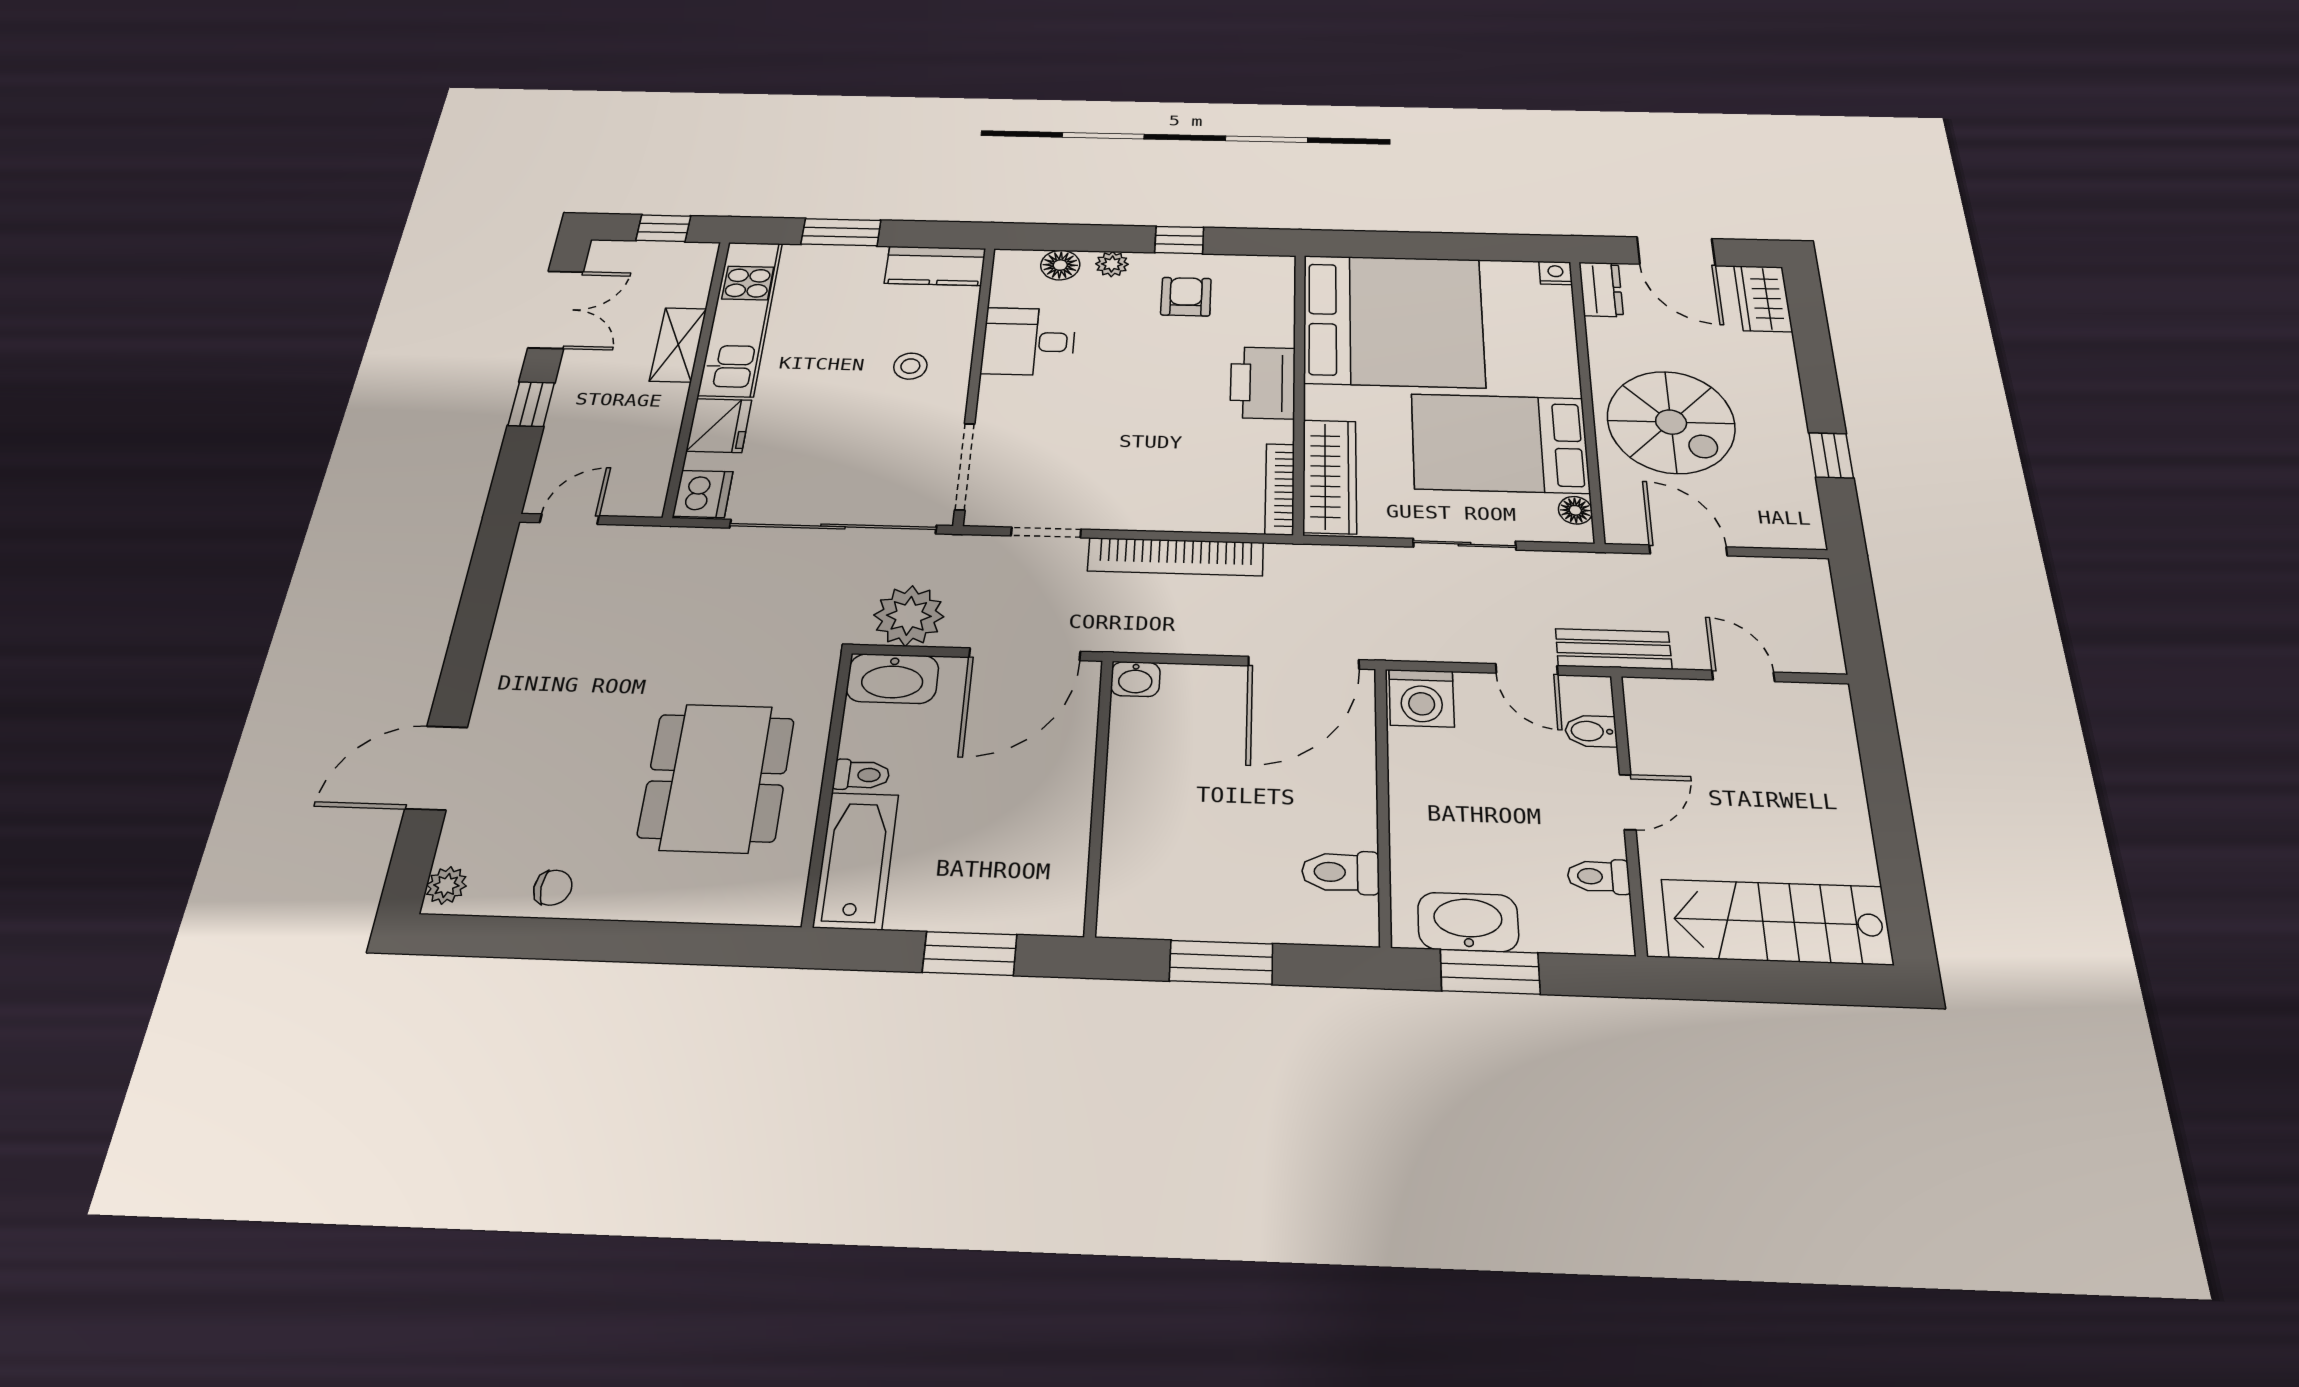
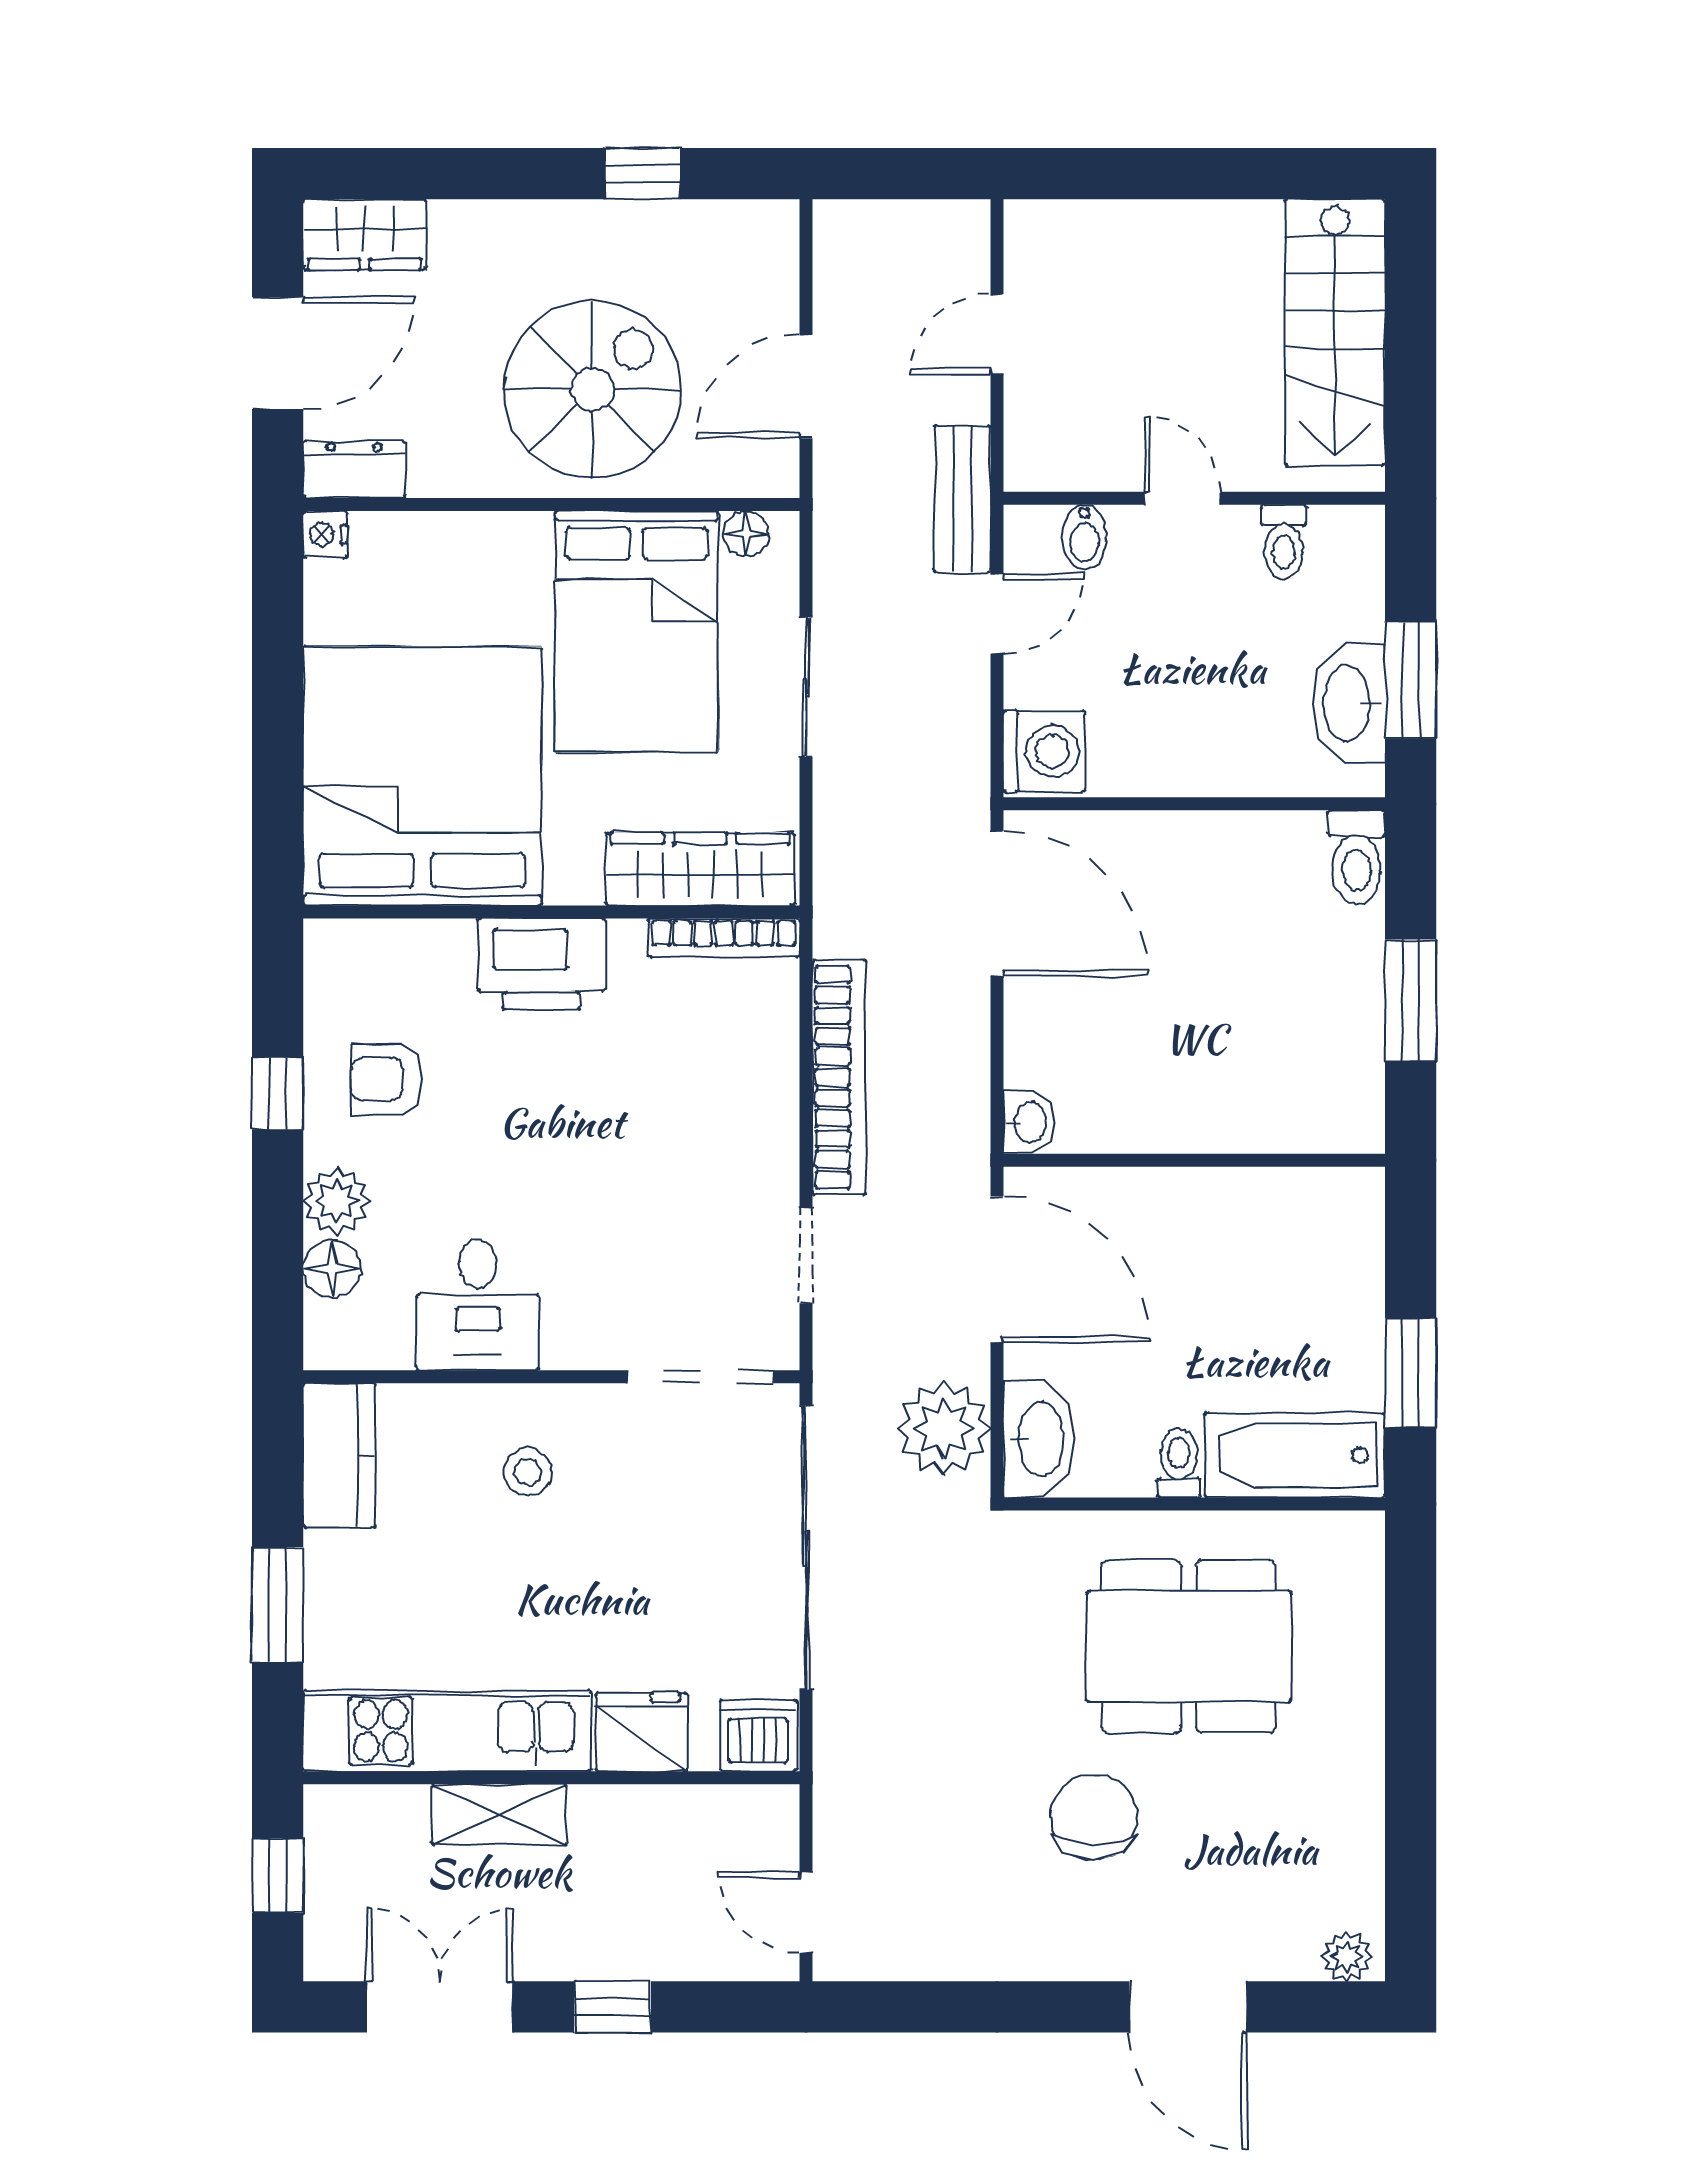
plant: (1112, 264) -> (337, 1201), width x1.38, depth x1.38
toilet: (1340, 872) -> (1357, 857), moved
chair: (553, 888) -> (1093, 1817), moved, width x1.87, depth x1.87
window: (970, 953) -> (1411, 1373), moved

